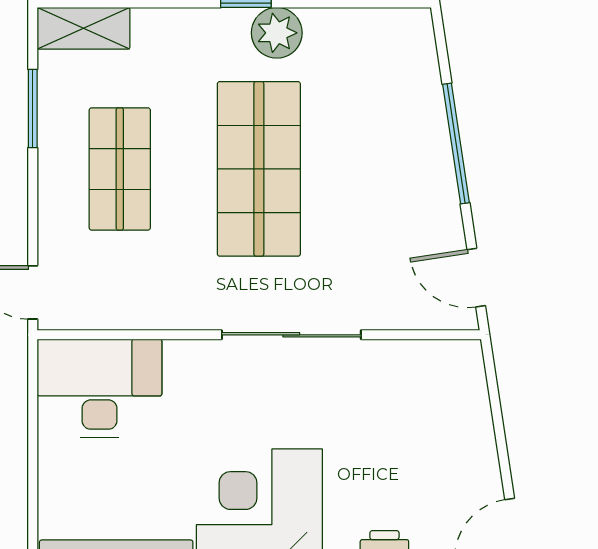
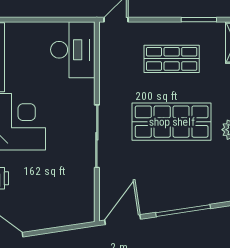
door: (476, 278) -> (123, 220), width x1.38

